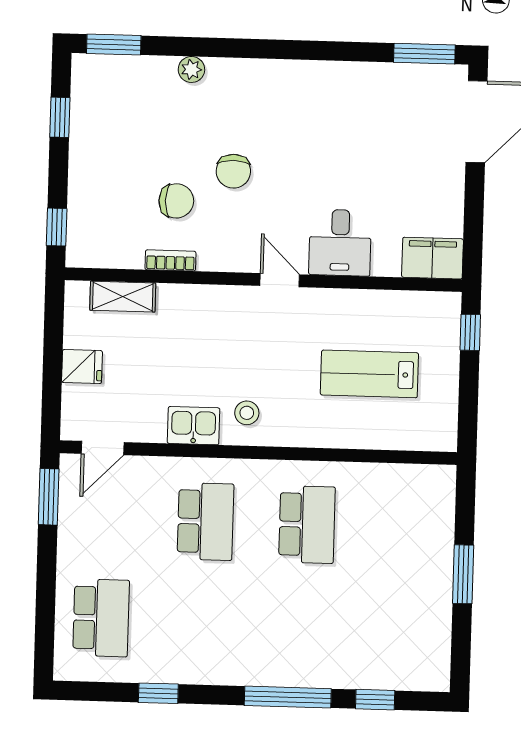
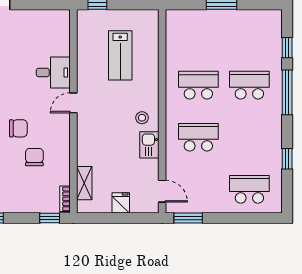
filing cabinet: (433, 258) -> (60, 25), removed
bookcase: (170, 260) -> (65, 199), moved
school desk: (304, 624) -> (249, 85), added

